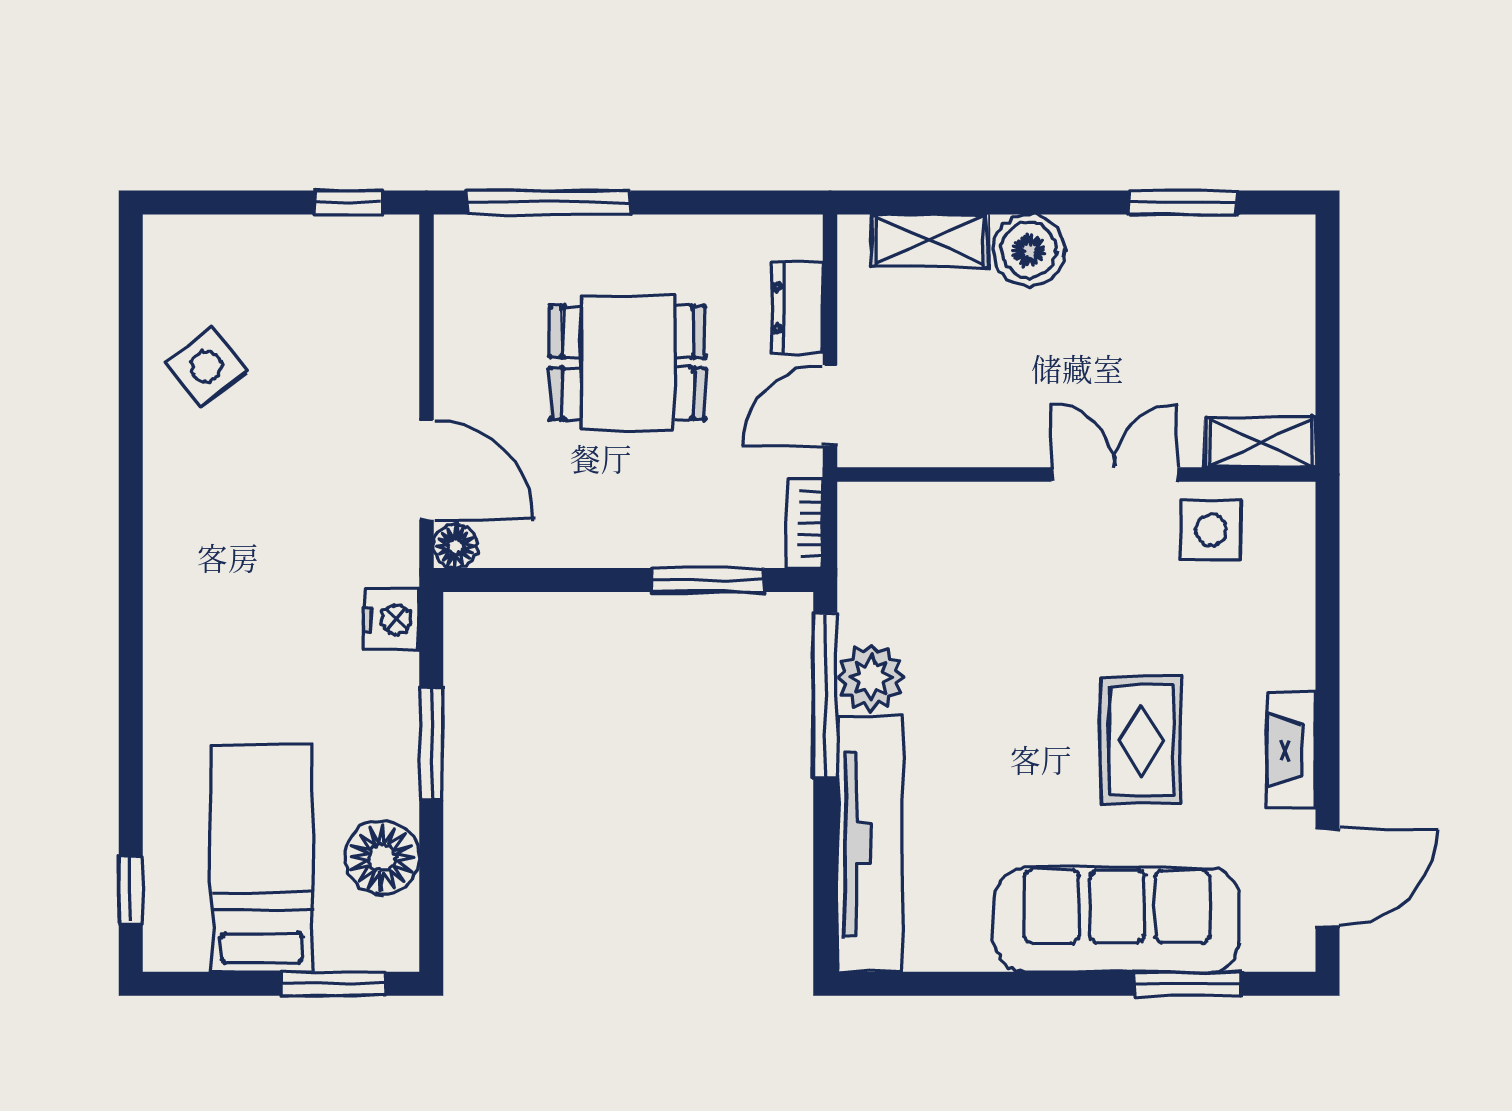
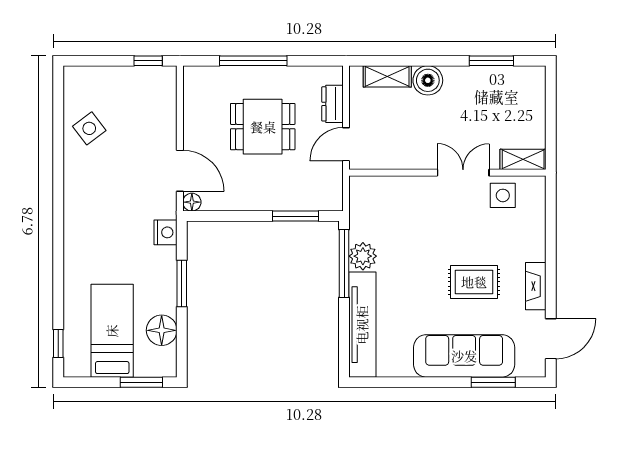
window: (549, 203) -> (253, 61), moved
bookcase: (805, 523) -> (336, 193), removed
rug: (1141, 740) -> (474, 282), turned 90

